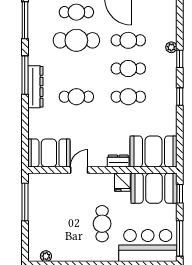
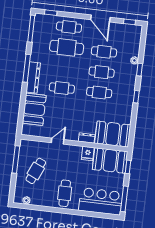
booth: (49, 153) -> (34, 109), moved, turned 90
cafe table: (54, 214) -> (36, 171), added
cafe table: (102, 224) -> (65, 193), moved

